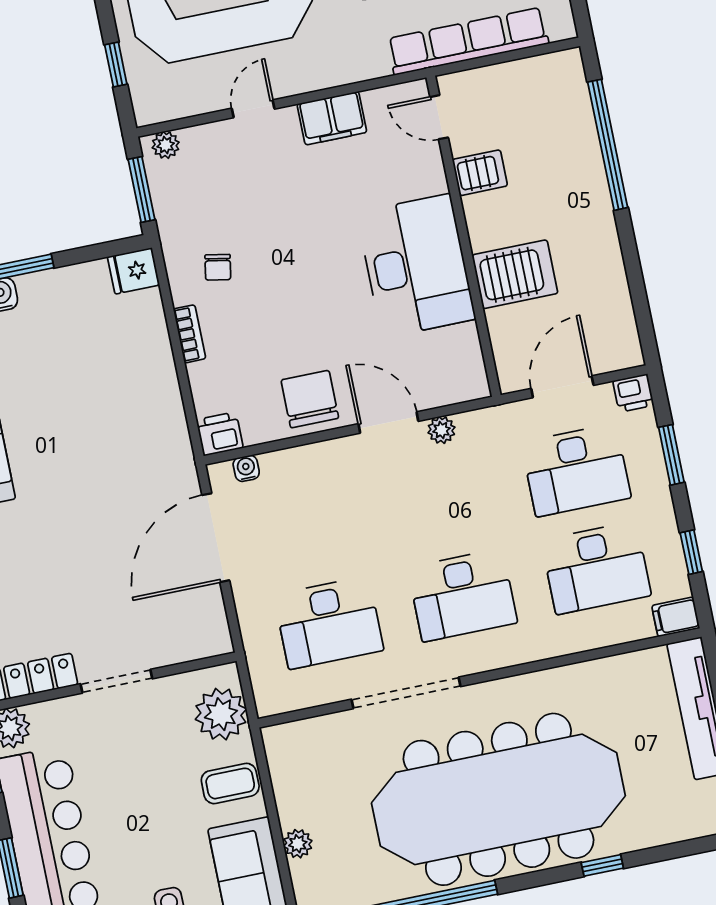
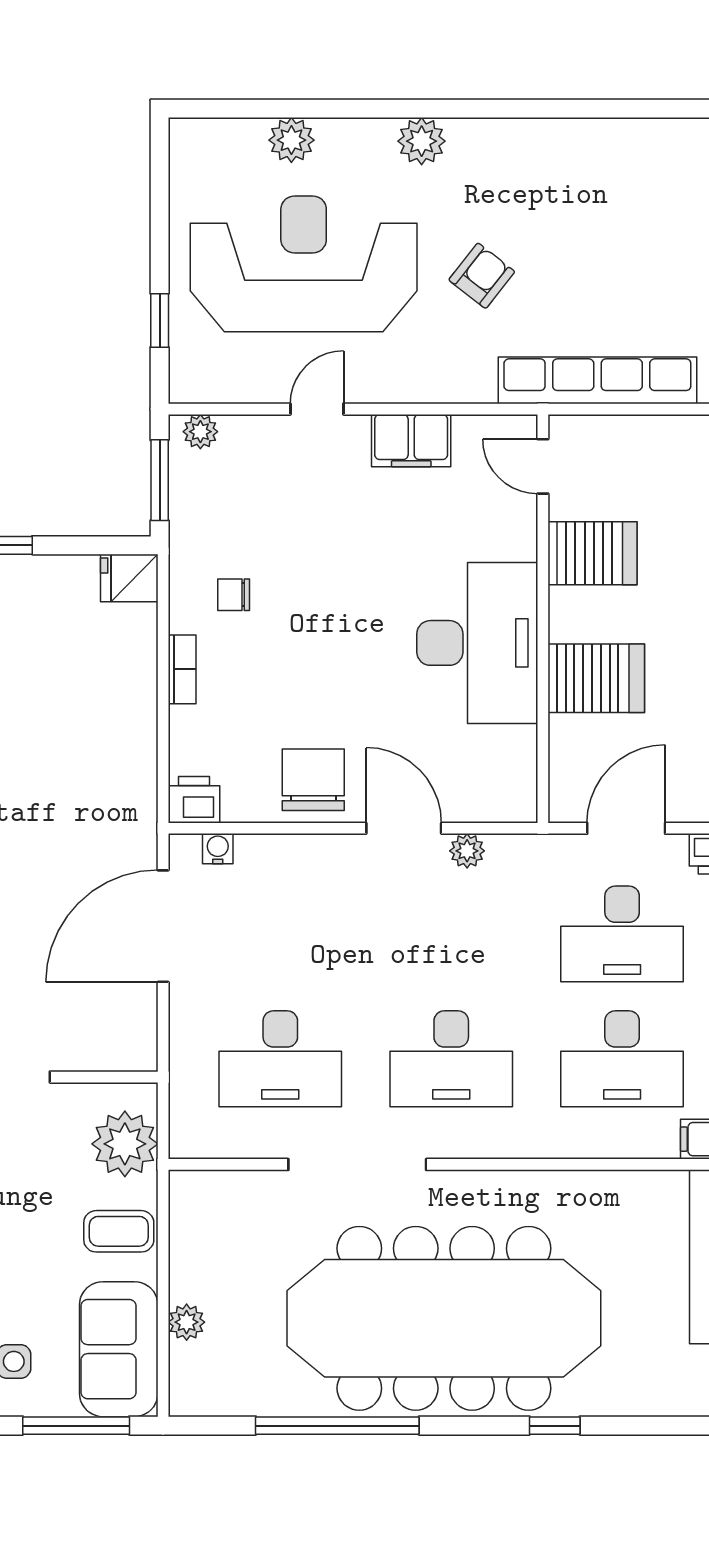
server rack: (480, 173) -> (592, 553), width x1.36, depth x1.44
chair: (218, 267) -> (234, 595), turned 80

